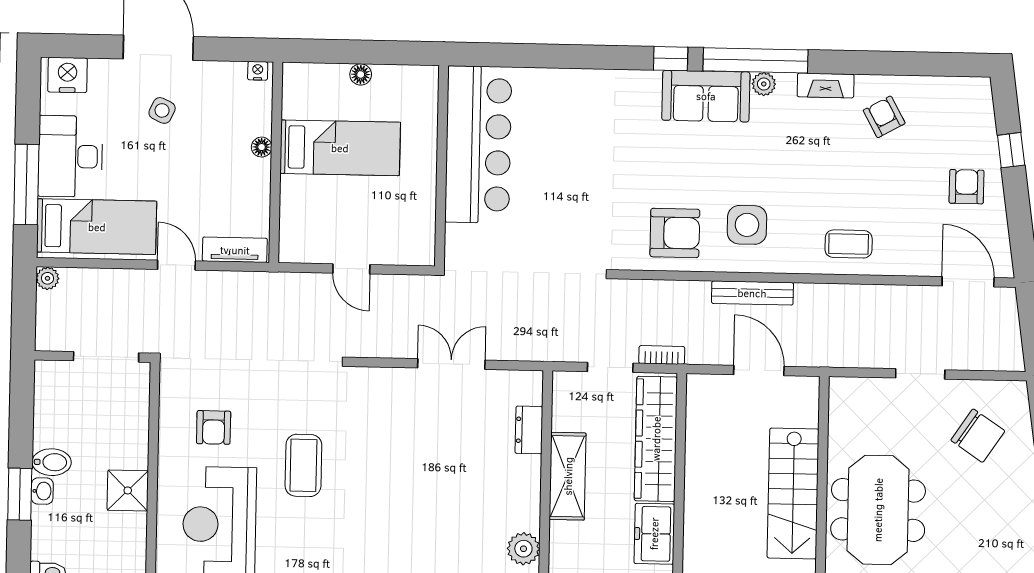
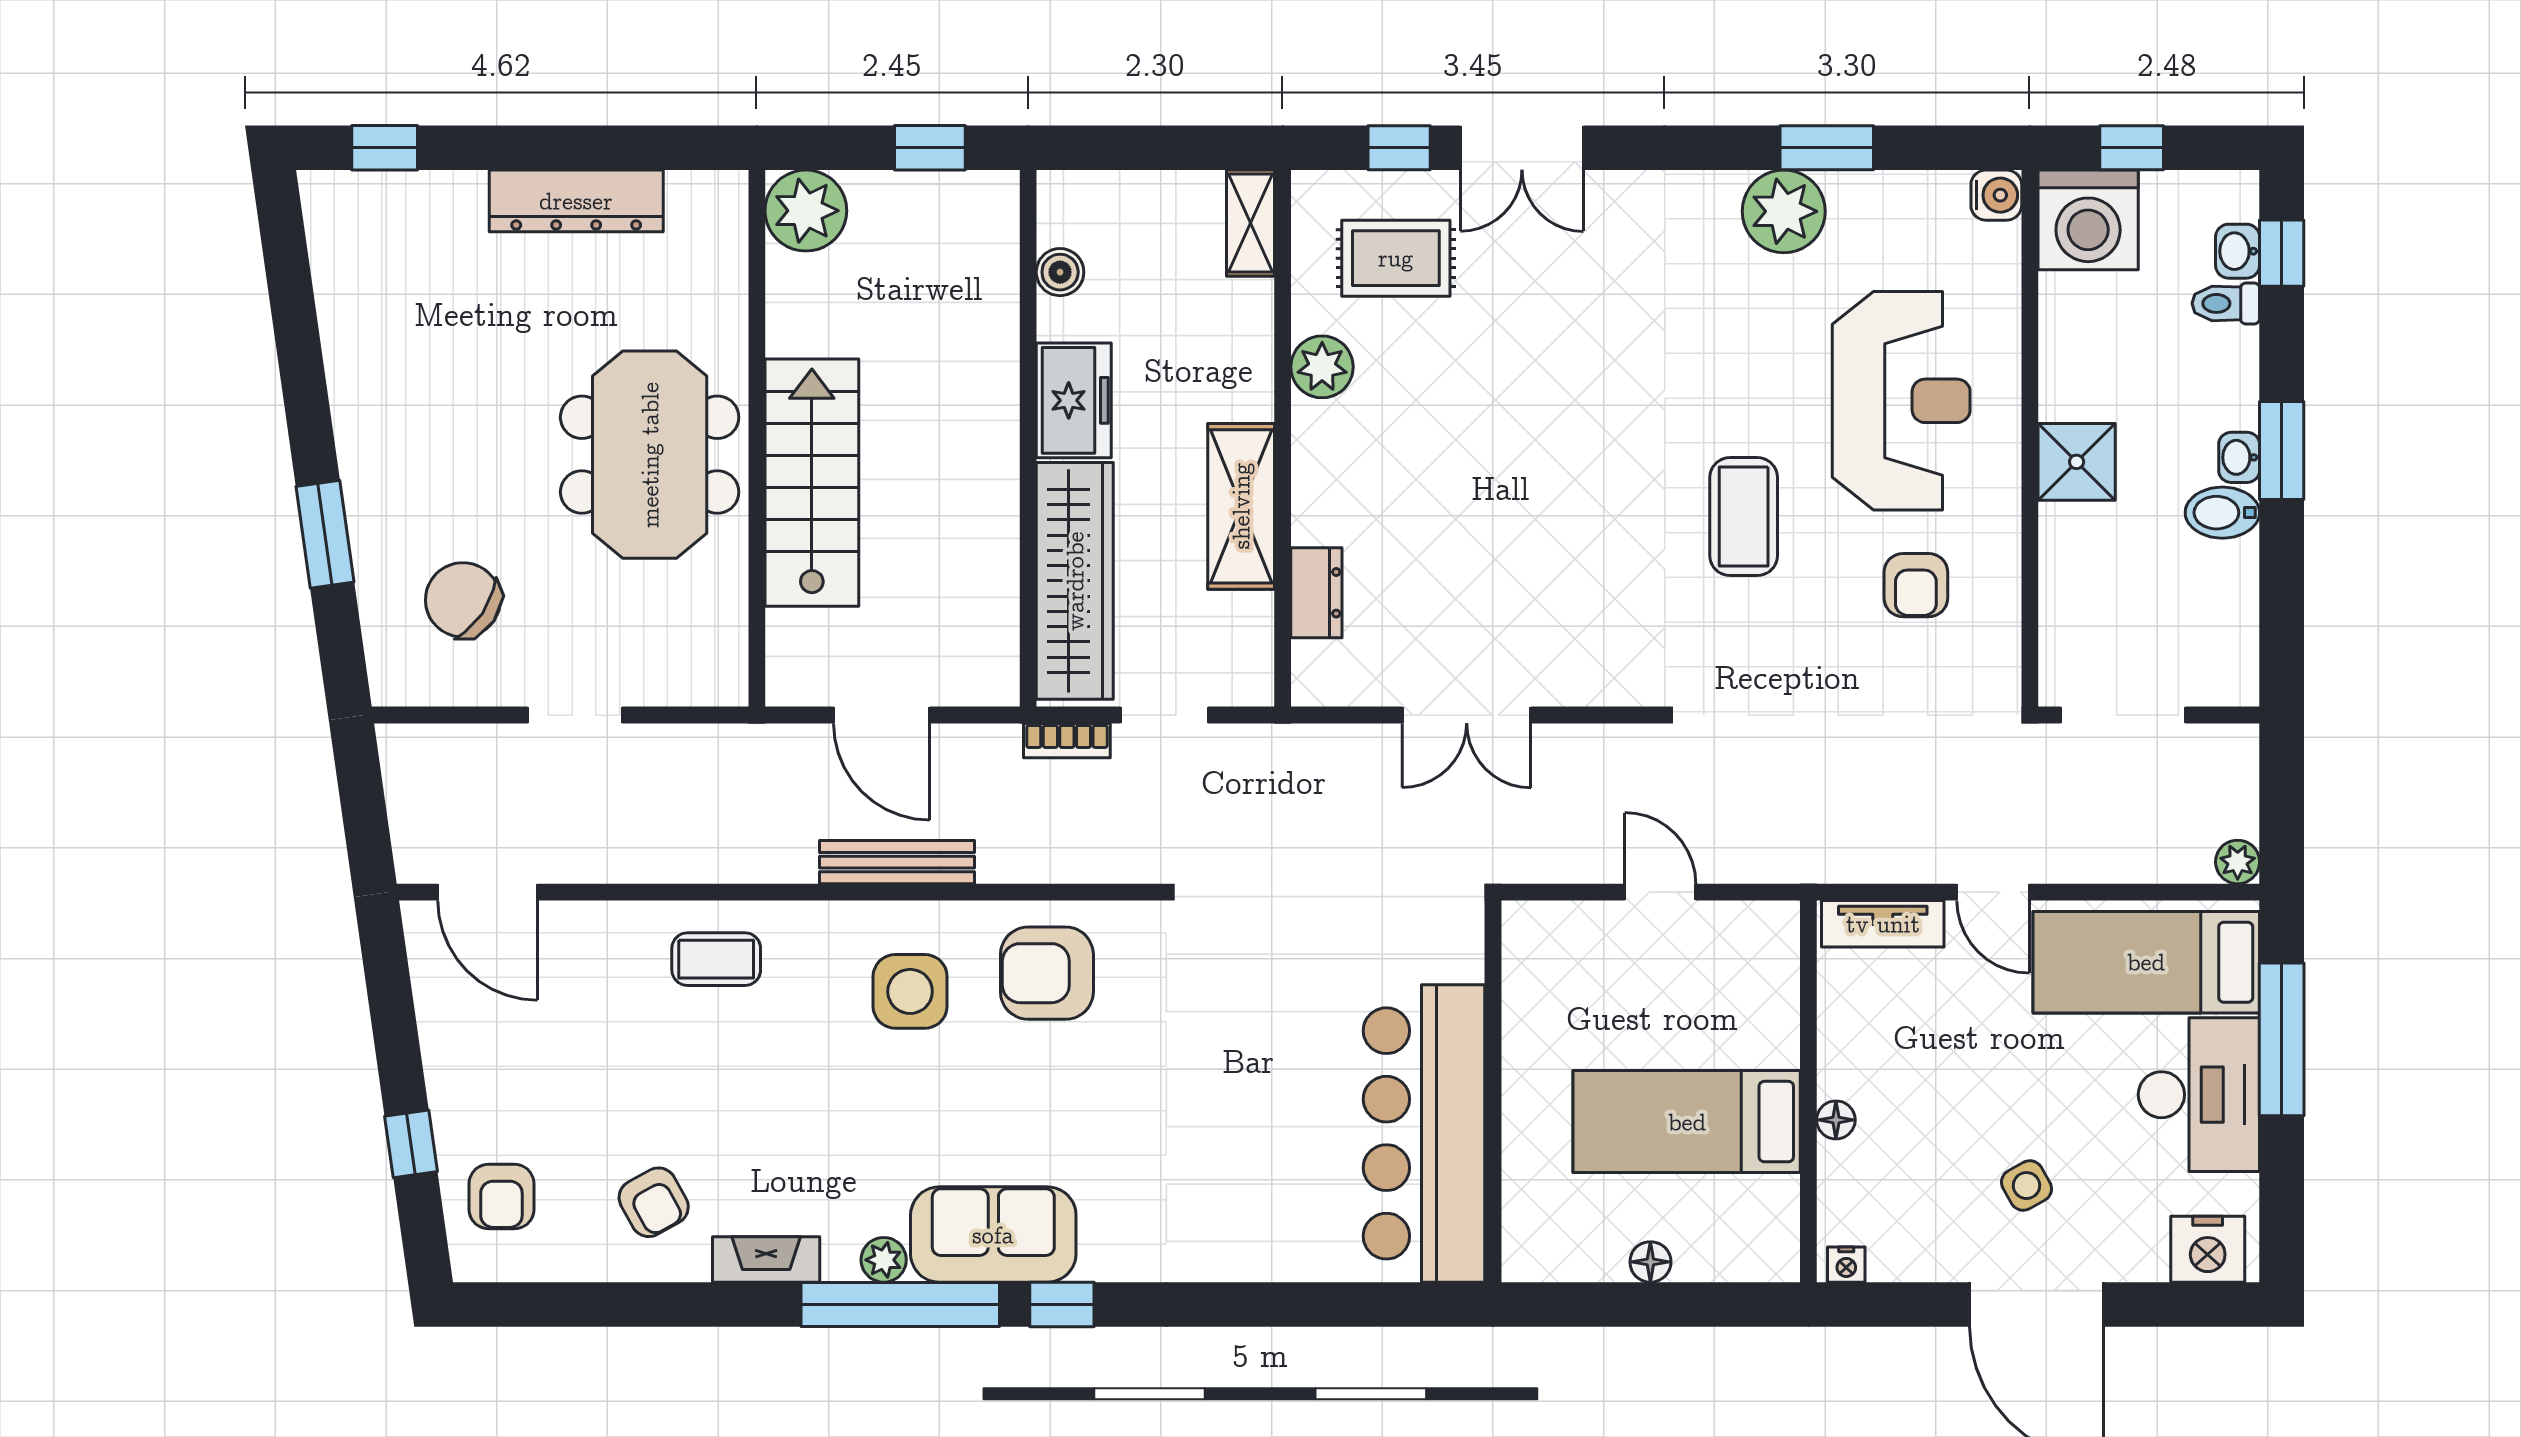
side table: (162, 110) -> (2027, 1186), turned 36
armchair: (967, 187) -> (501, 1197), moved
armchair: (214, 427) -> (1916, 585), turned 180

